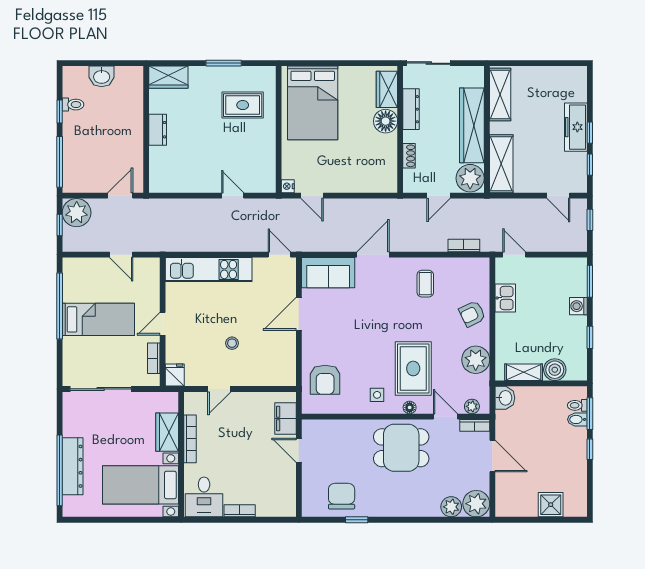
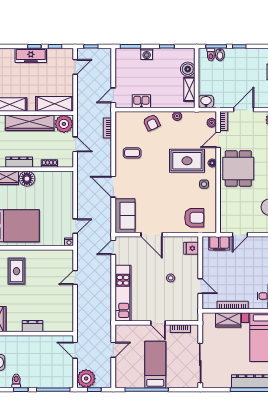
plant: (476, 360) -> (177, 116), width x0.53, depth x0.53
fridge: (175, 375) -> (191, 248), moved

